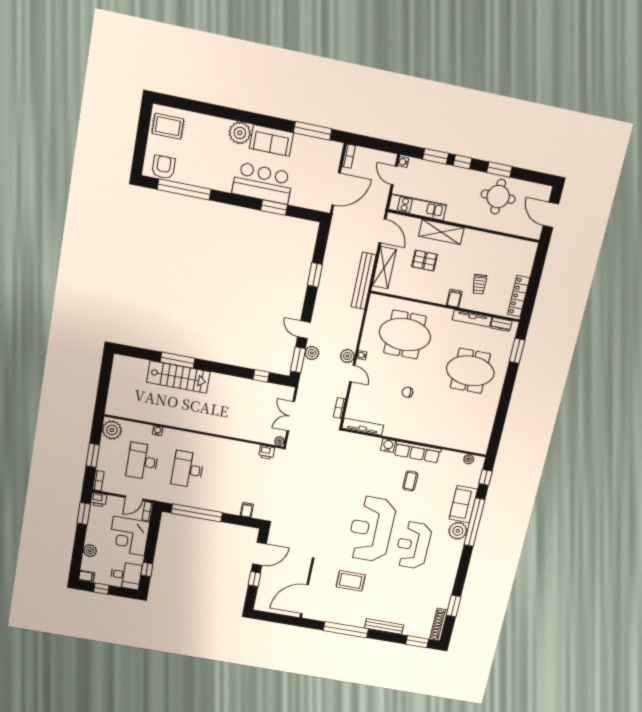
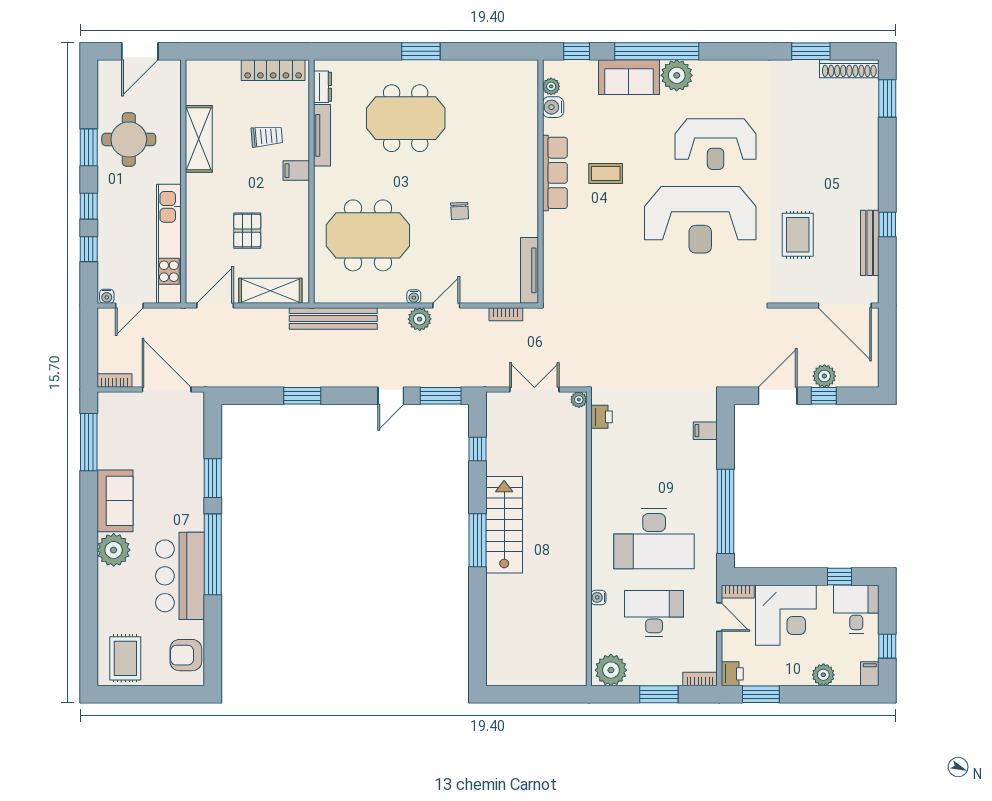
window: (436, 156) -> (89, 249), width x0.67
bar counter: (263, 183) -> (180, 576), moved
window: (184, 189) -> (213, 554), moved
kitchen unit: (417, 207) -> (169, 244), width x1.36
shelving: (441, 232) -> (199, 139), moved
bench: (364, 281) -> (333, 318), moved
meeting table: (405, 335) -> (368, 235), turned 90
window: (517, 351) -> (421, 51), moved
plant: (312, 353) -> (824, 376), moved
window: (177, 360) -> (478, 540), moved
meeting table: (470, 371) -> (406, 118), turned 90
stairs: (178, 377) -> (504, 525), moved
double door: (291, 416) -> (534, 390), swing flipped
water cooler: (388, 446) -> (553, 107), moved
desk: (142, 461) -> (654, 613), turned 180
desk: (188, 469) -> (654, 539), width x1.36, depth x1.30
door: (259, 554) -> (778, 396), hinge flipped
bench: (384, 626) -> (870, 243), moved
window: (346, 630) -> (887, 225), width x0.32

